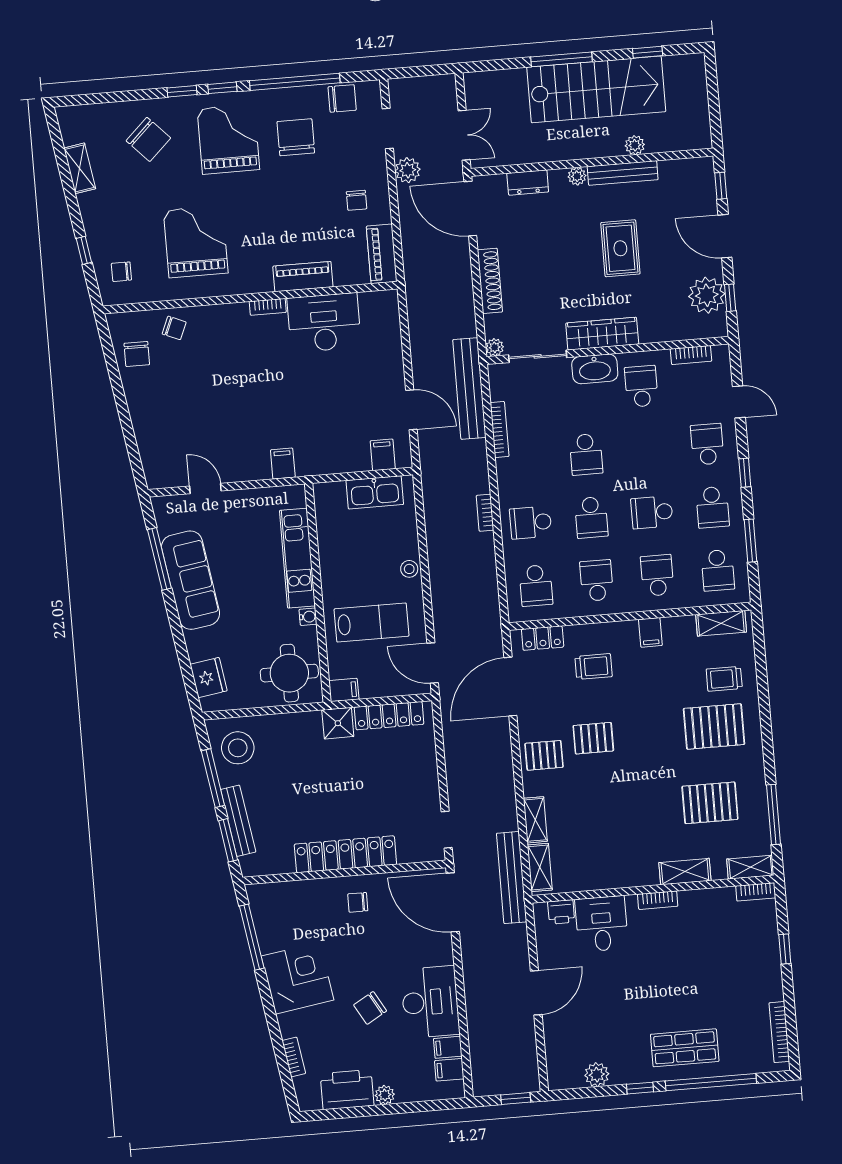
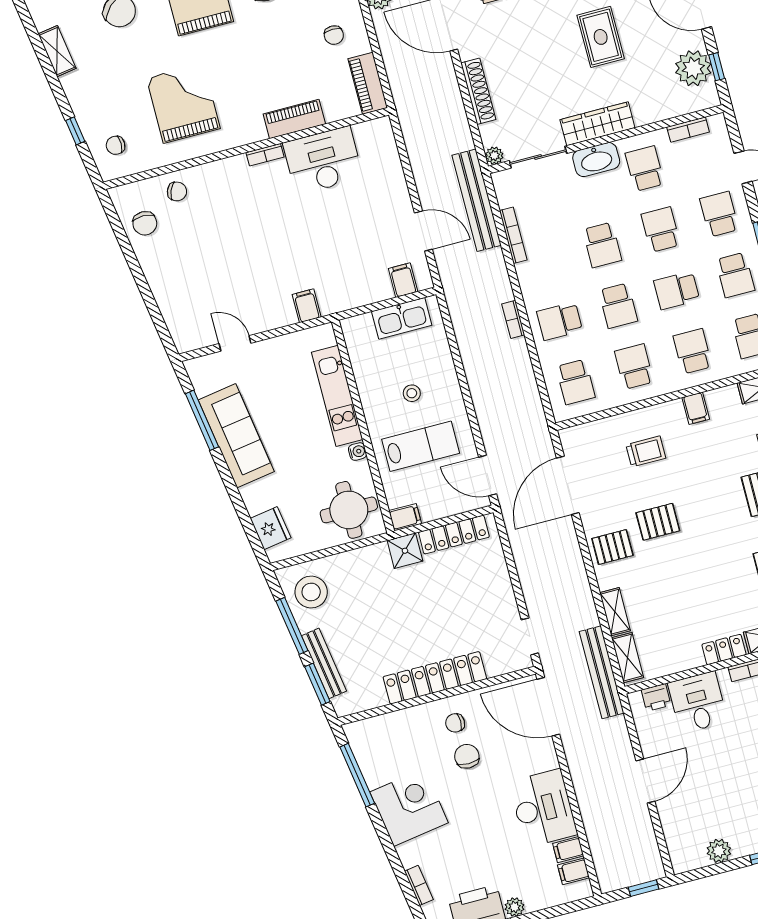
school desk: (647, 449) -> (661, 230), added
stool: (409, 569) -> (412, 393), moved
locker: (543, 638) -> (724, 649), moved, turned 180
chair: (370, 1008) -> (467, 756), moved, turned 120

